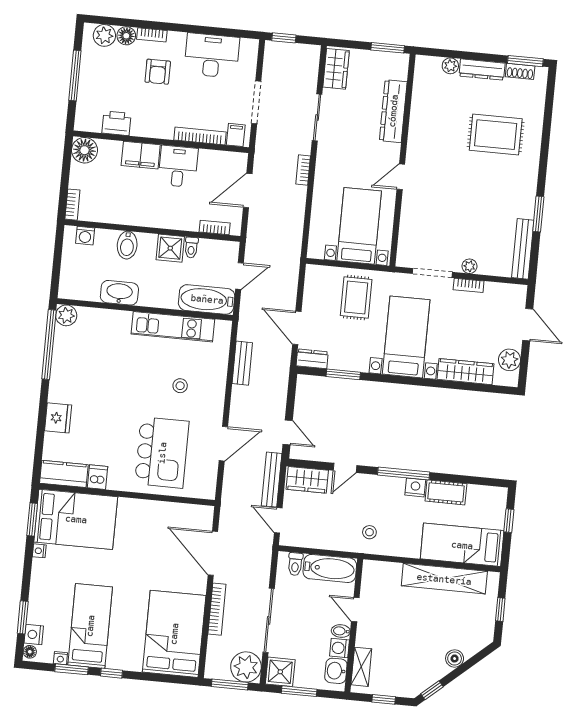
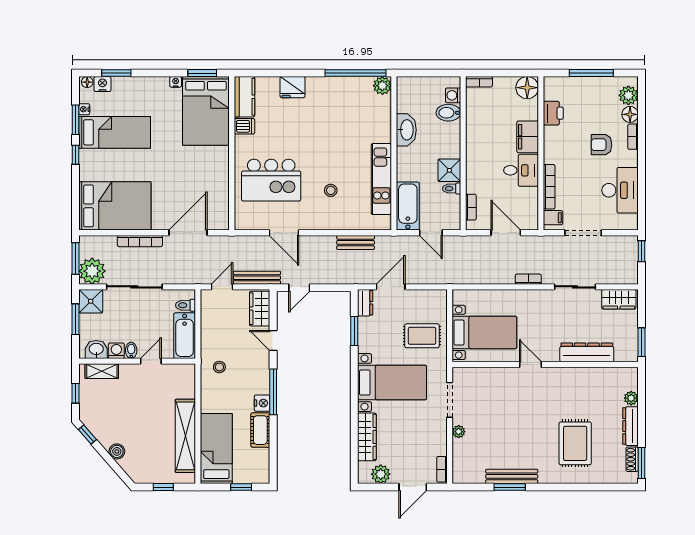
bidet: (127, 245) -> (448, 113), moved
bench: (523, 249) -> (512, 476), moved
bookcase: (469, 285) -> (442, 469), moved

